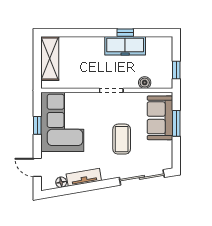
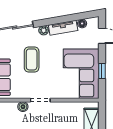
boiler: (145, 83) -> (23, 107), moved
plant: (107, 174) -> (44, 30), added

